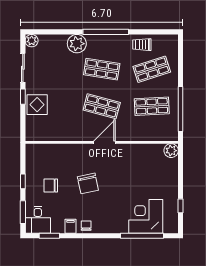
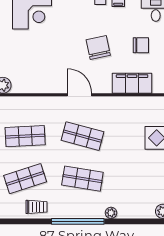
plant: (77, 44) -> (111, 213), width x0.53, depth x0.53
door: (104, 142) -> (79, 95), swing flipped
filing cabinet: (58, 152) -> (132, 83), added

